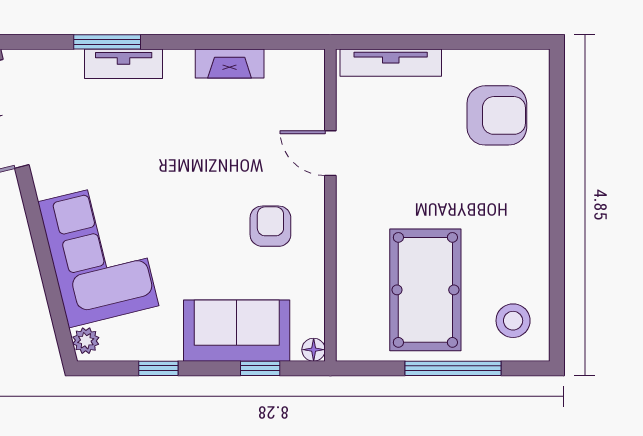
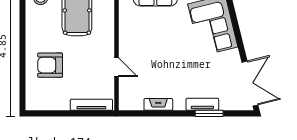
armchair: (497, 115) -> (50, 65), moved
armchair: (270, 226) -> (141, 37), removed

